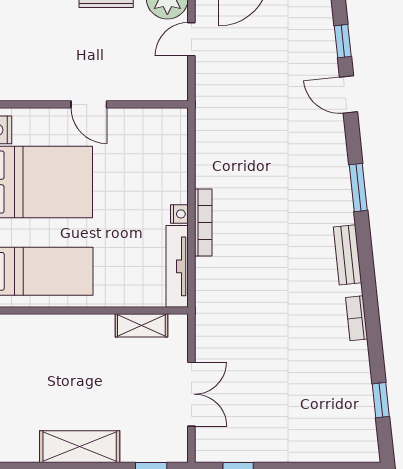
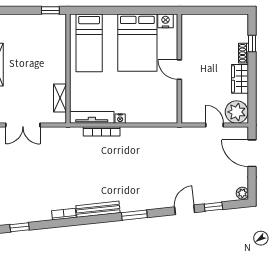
door: (89, 104) -> (179, 70), hinge flipped
bookcase: (203, 223) -> (102, 131), moved
bench: (347, 255) -> (98, 209), width x1.36

